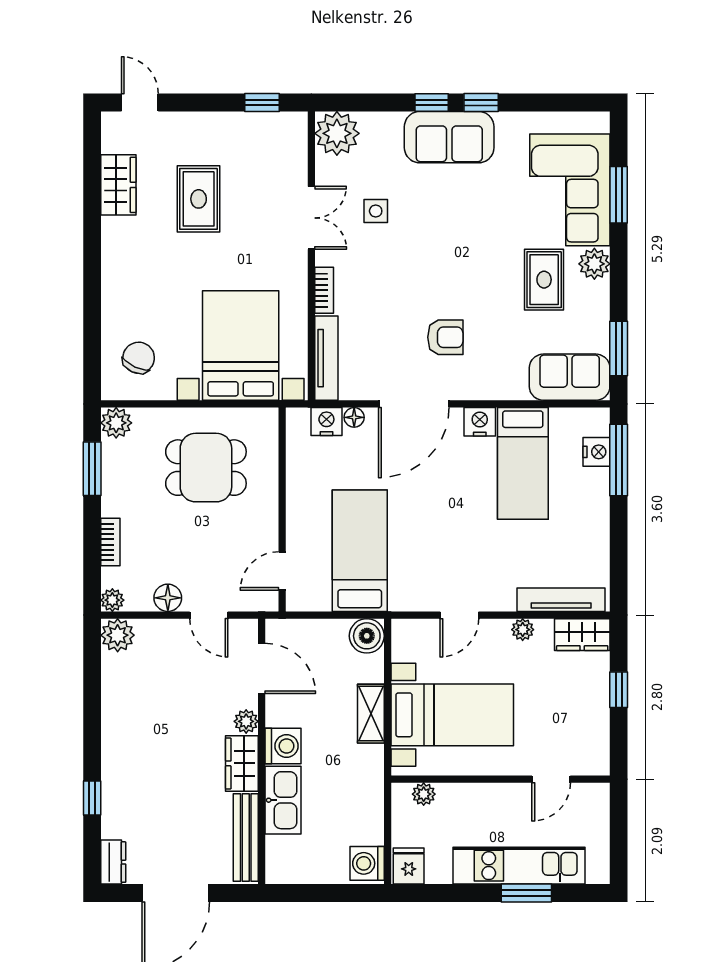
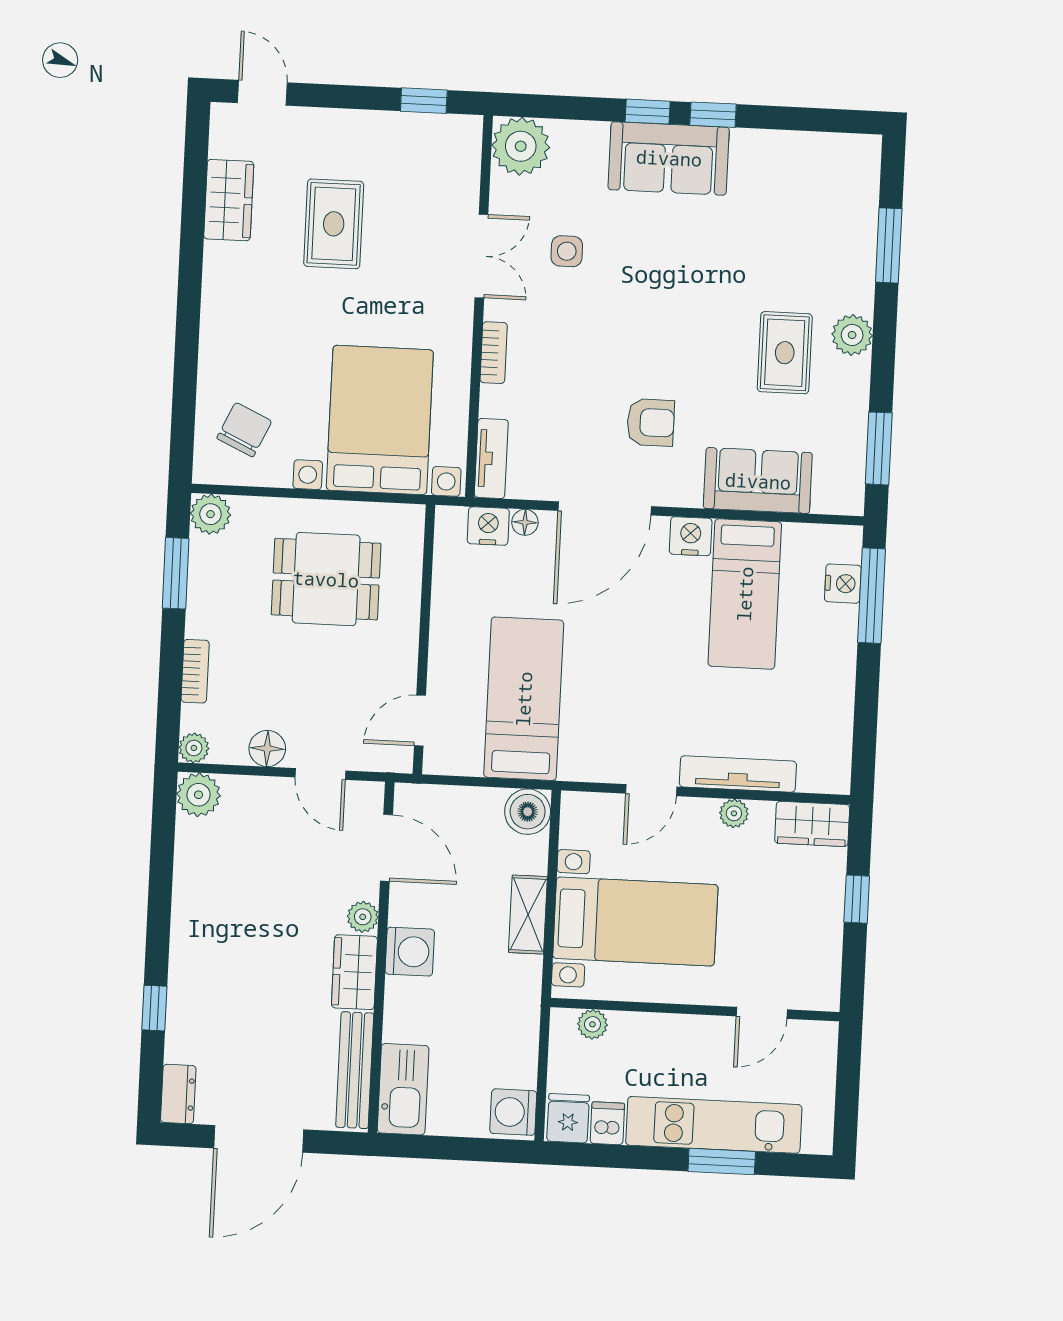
corner sofa: (570, 190) -> (825, 236), removed
tv unit: (326, 358) -> (491, 459), width x0.71
sofa: (570, 377) -> (758, 481), moved
tv unit: (561, 600) -> (738, 774), moved
kitchen sink: (283, 800) -> (403, 1089), moved
dishwasher: (439, 868) -> (607, 1123), added

